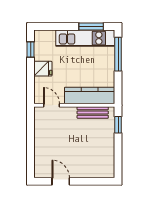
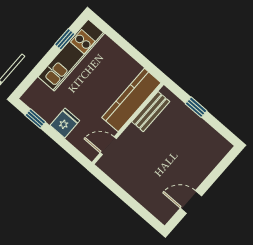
window: (91, 26) -> (65, 39), width x0.67
window: (118, 54) -> (115, 37), removed
window: (118, 125) -> (196, 107), moved

